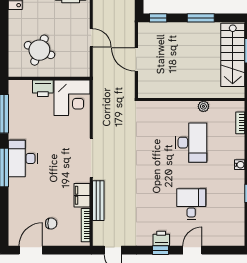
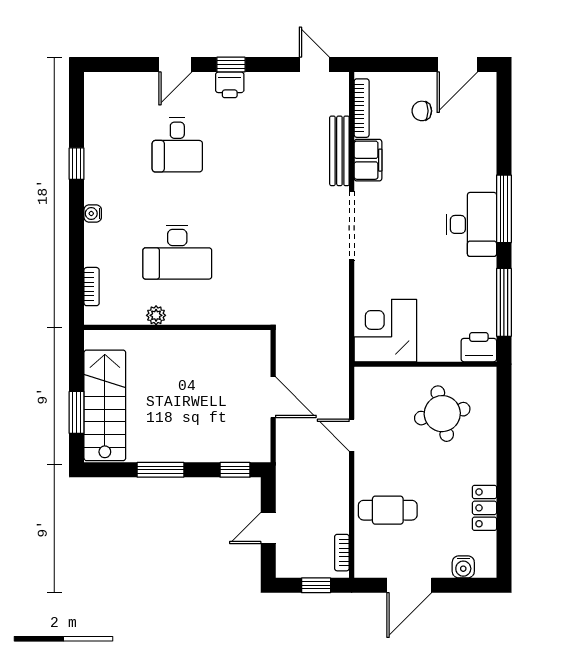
round table: (39, 50) -> (442, 414), turned -35
printer: (43, 88) -> (479, 347), moved
desk: (191, 143) -> (177, 252), turned -90

